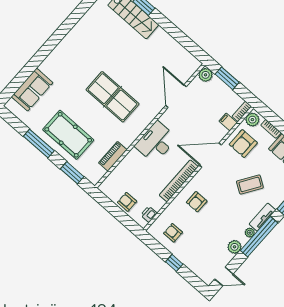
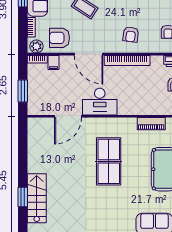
plant: (206, 75) -> (34, 108), removed
desk: (156, 142) -> (100, 102), moved
armchair: (243, 144) -> (60, 38), turned 180
armchair: (197, 202) -> (131, 34), turned 98

